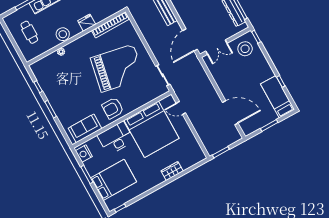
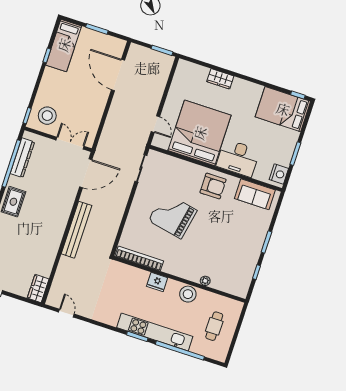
grand piano: (118, 68) -> (173, 215), width x0.73, depth x0.68
bed: (114, 180) -> (283, 109), moved

